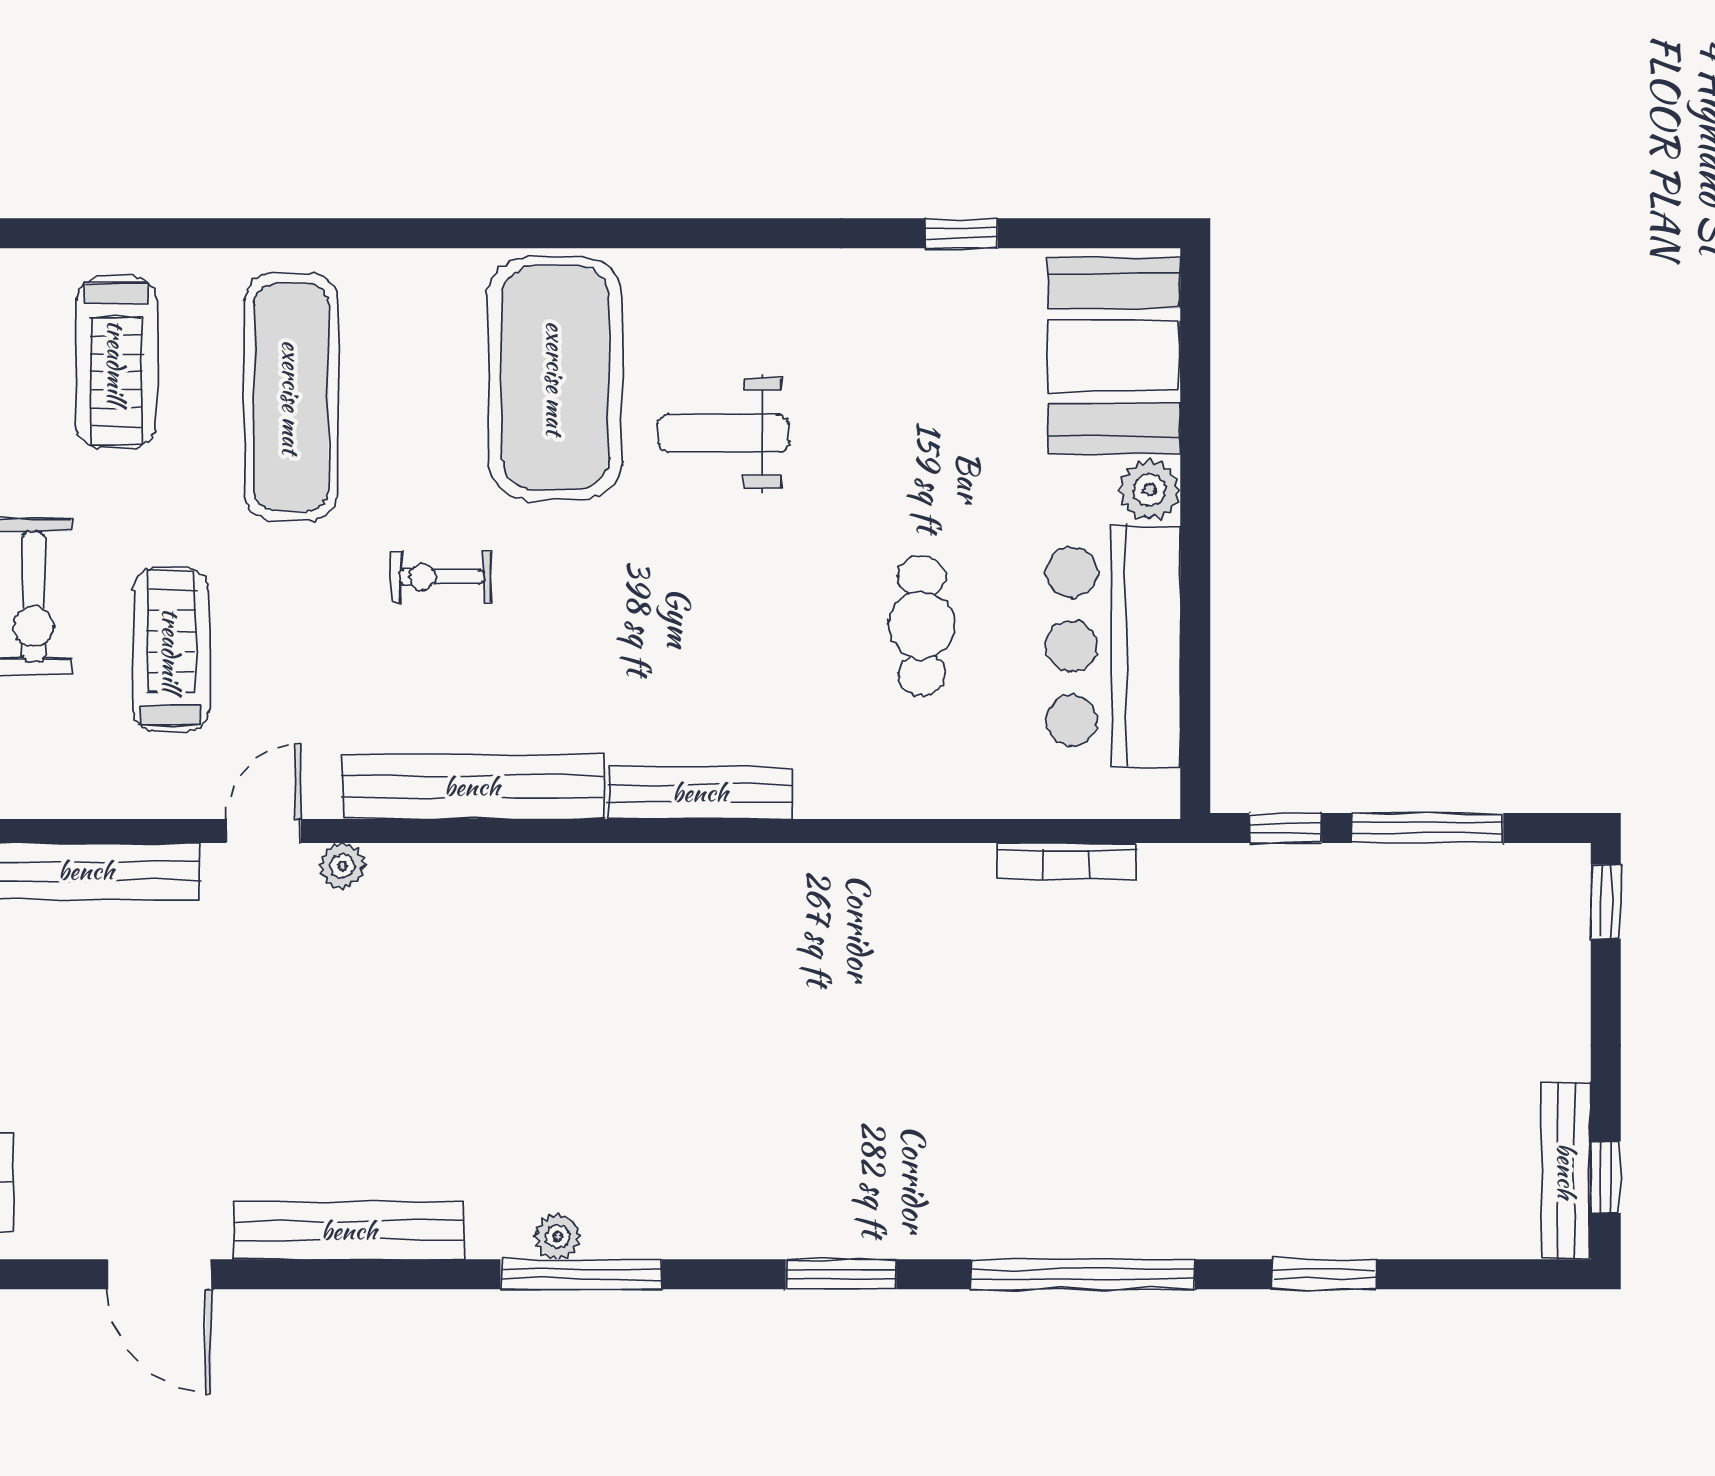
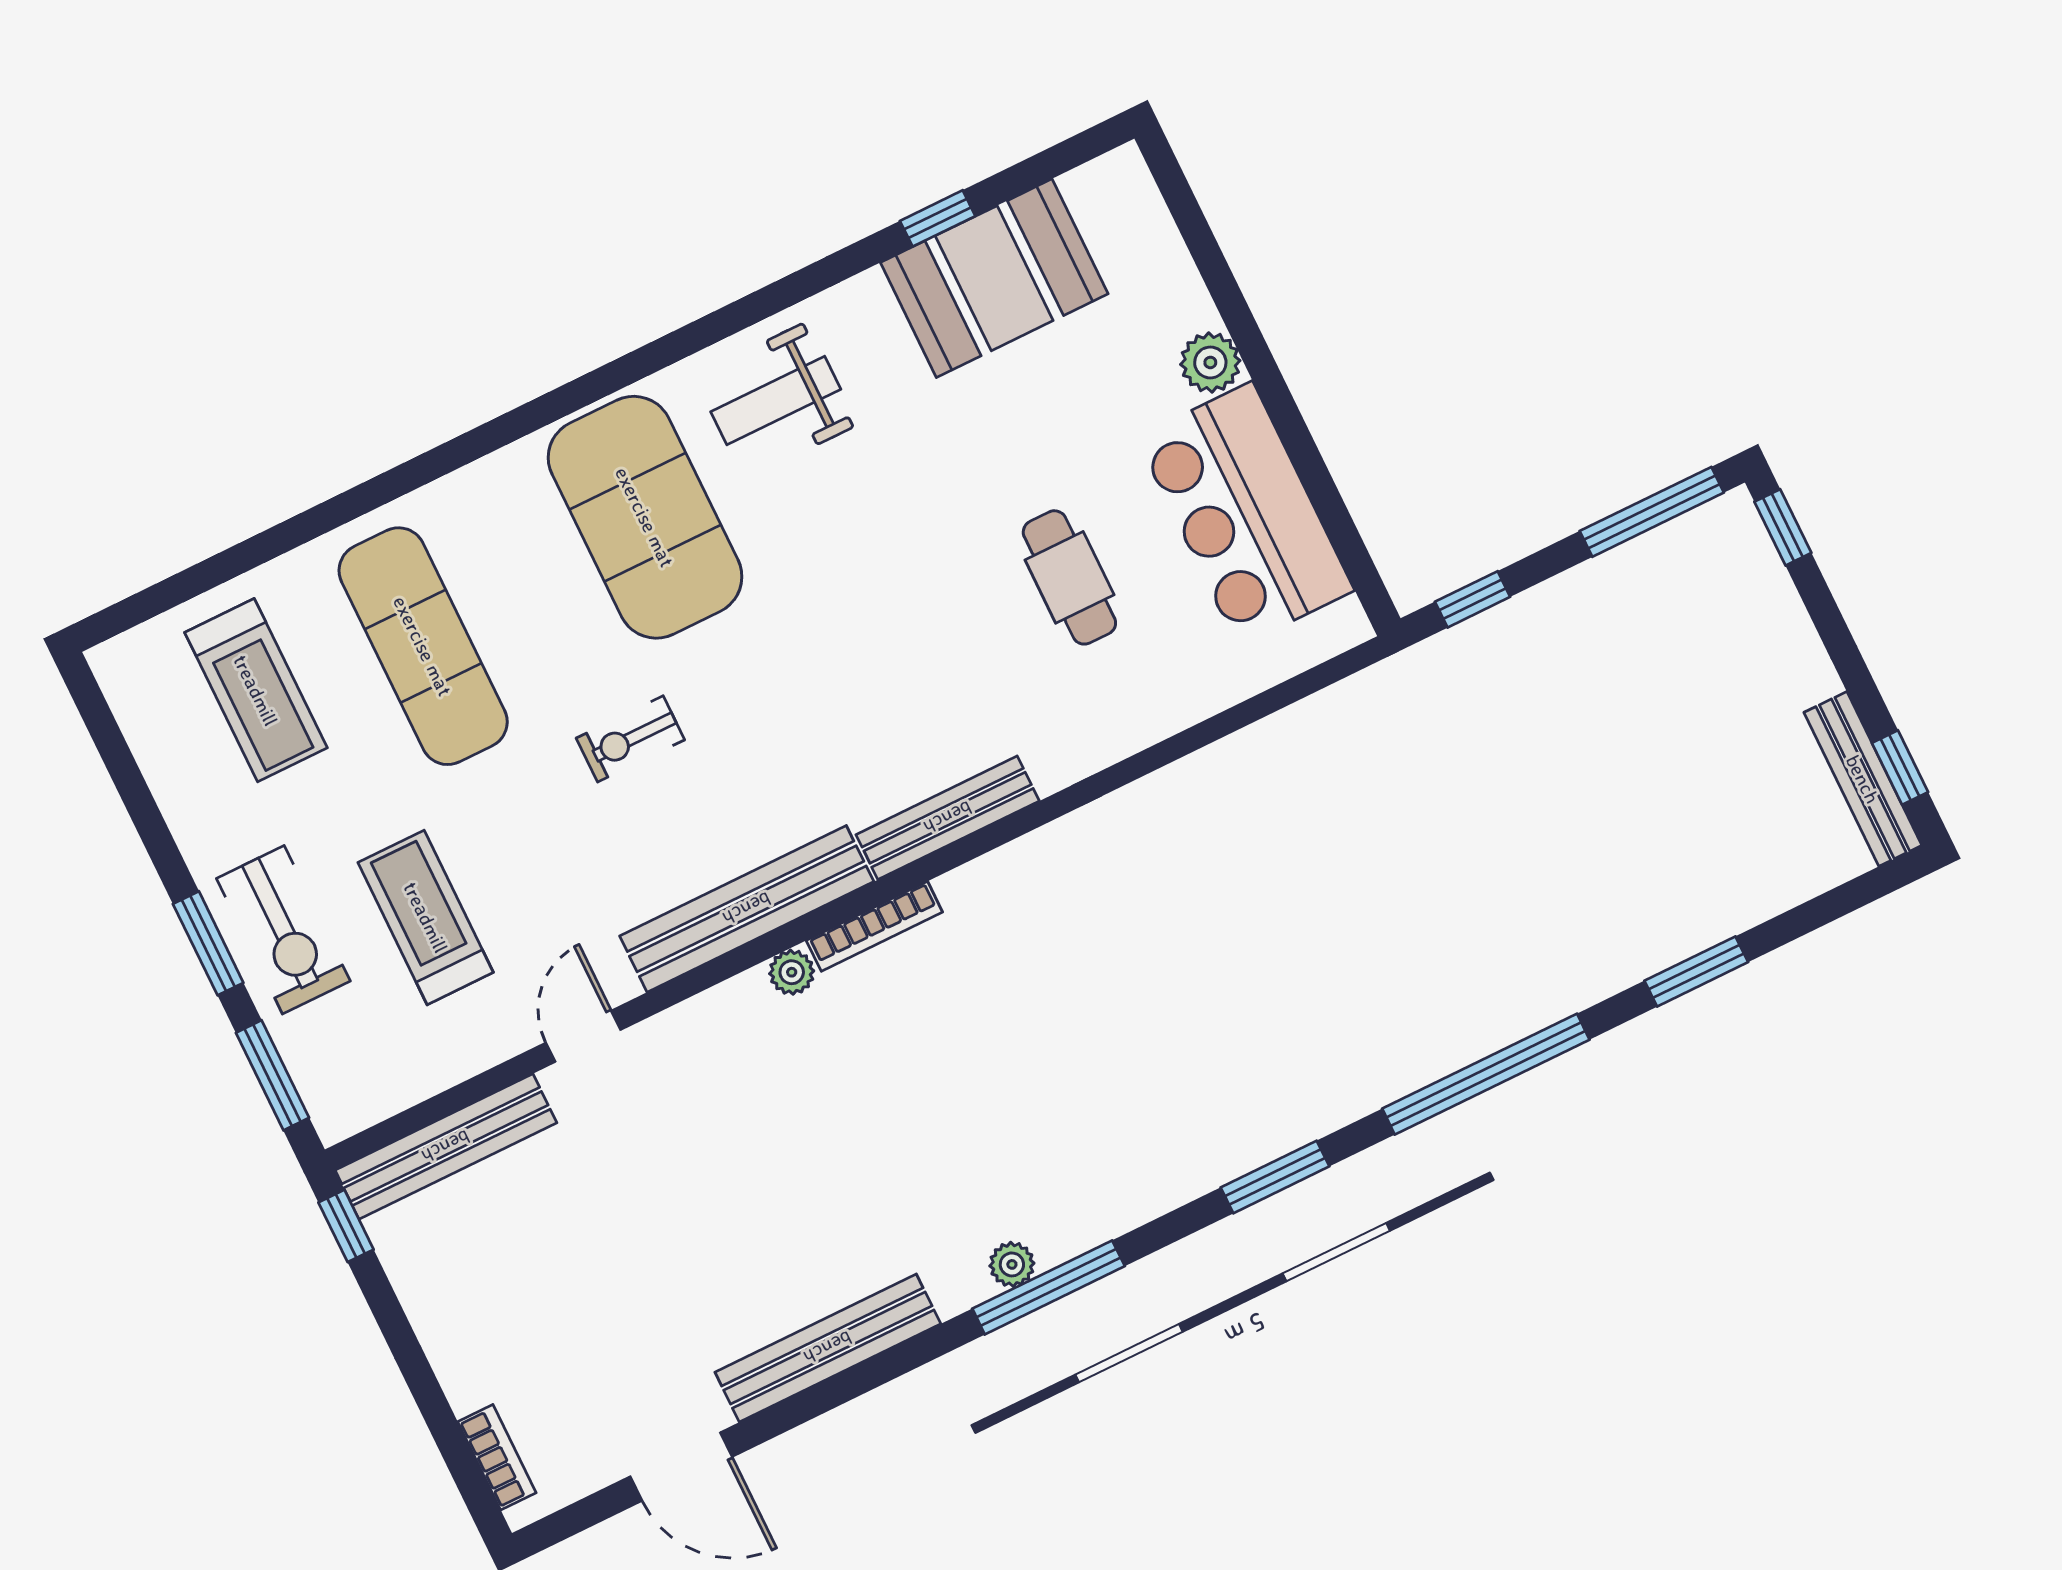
booth: (1114, 356) -> (994, 278), moved, turned 90
weight bench: (723, 433) -> (776, 401), moved
window: (1428, 828) -> (1652, 512), moved
bookcase: (1066, 861) -> (874, 926), moved
plant: (342, 866) -> (792, 972), moved

